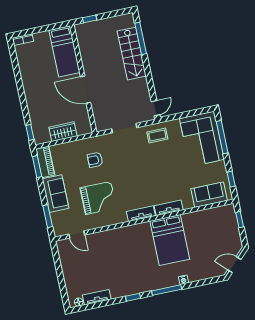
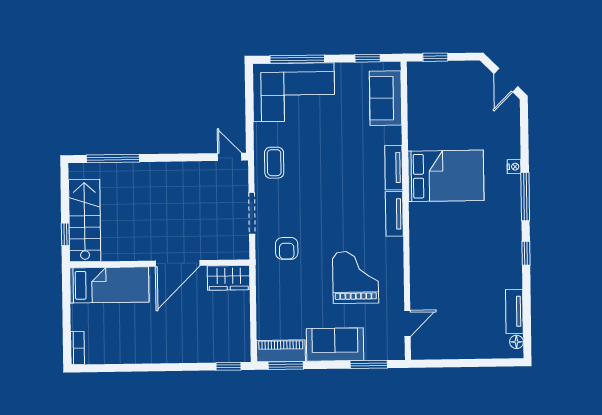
stairs: (132, 54) -> (85, 221), moved, turned -90
wardrobe: (63, 132) -> (229, 278), moved, turned -90
armchair: (95, 160) -> (287, 248), moved

